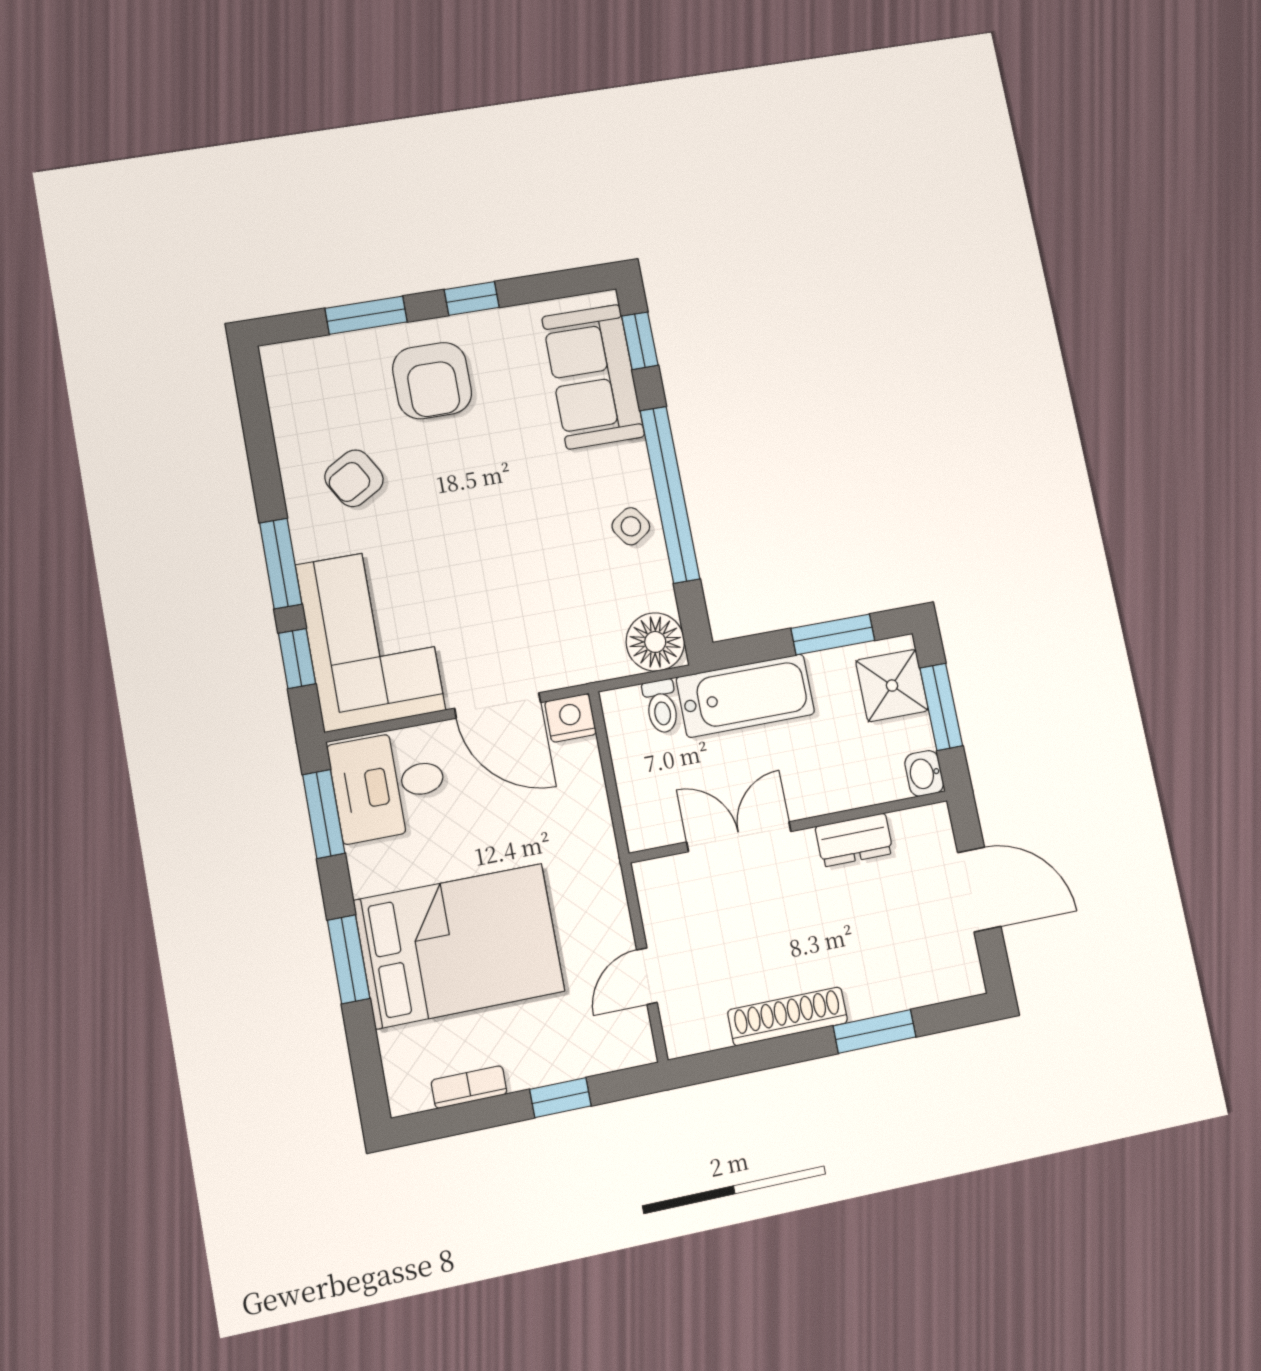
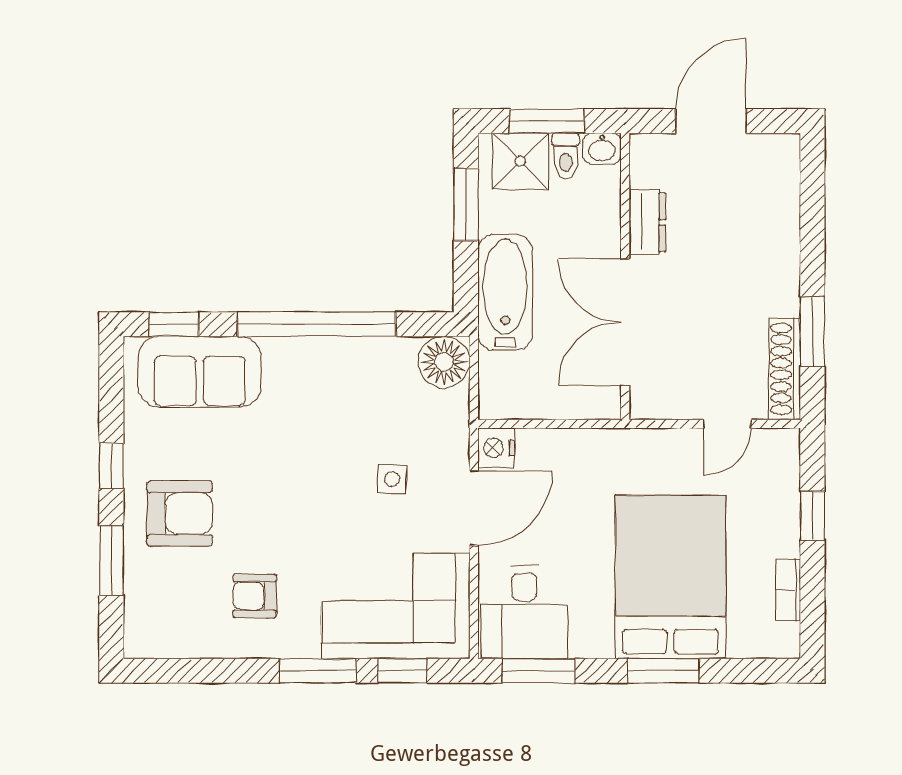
armchair: (354, 478) -> (255, 596), turned 120
side table: (631, 526) -> (392, 479), moved, turned 37
toilet: (661, 706) -> (566, 156), moved, turned 90
double door: (739, 837) -> (625, 322), width x1.37
door: (647, 976) -> (727, 424), hinge flipped
shoe rack: (788, 1016) -> (785, 369), moved
window: (875, 1031) -> (812, 332), moved

